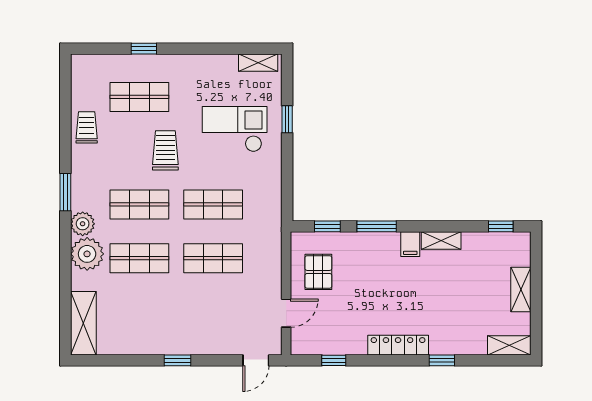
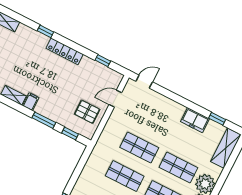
pallet: (318, 272) -> (87, 112), turned 90
freezer: (151, 342) -> (195, 120), added
window: (178, 360) -> (217, 119), moved

